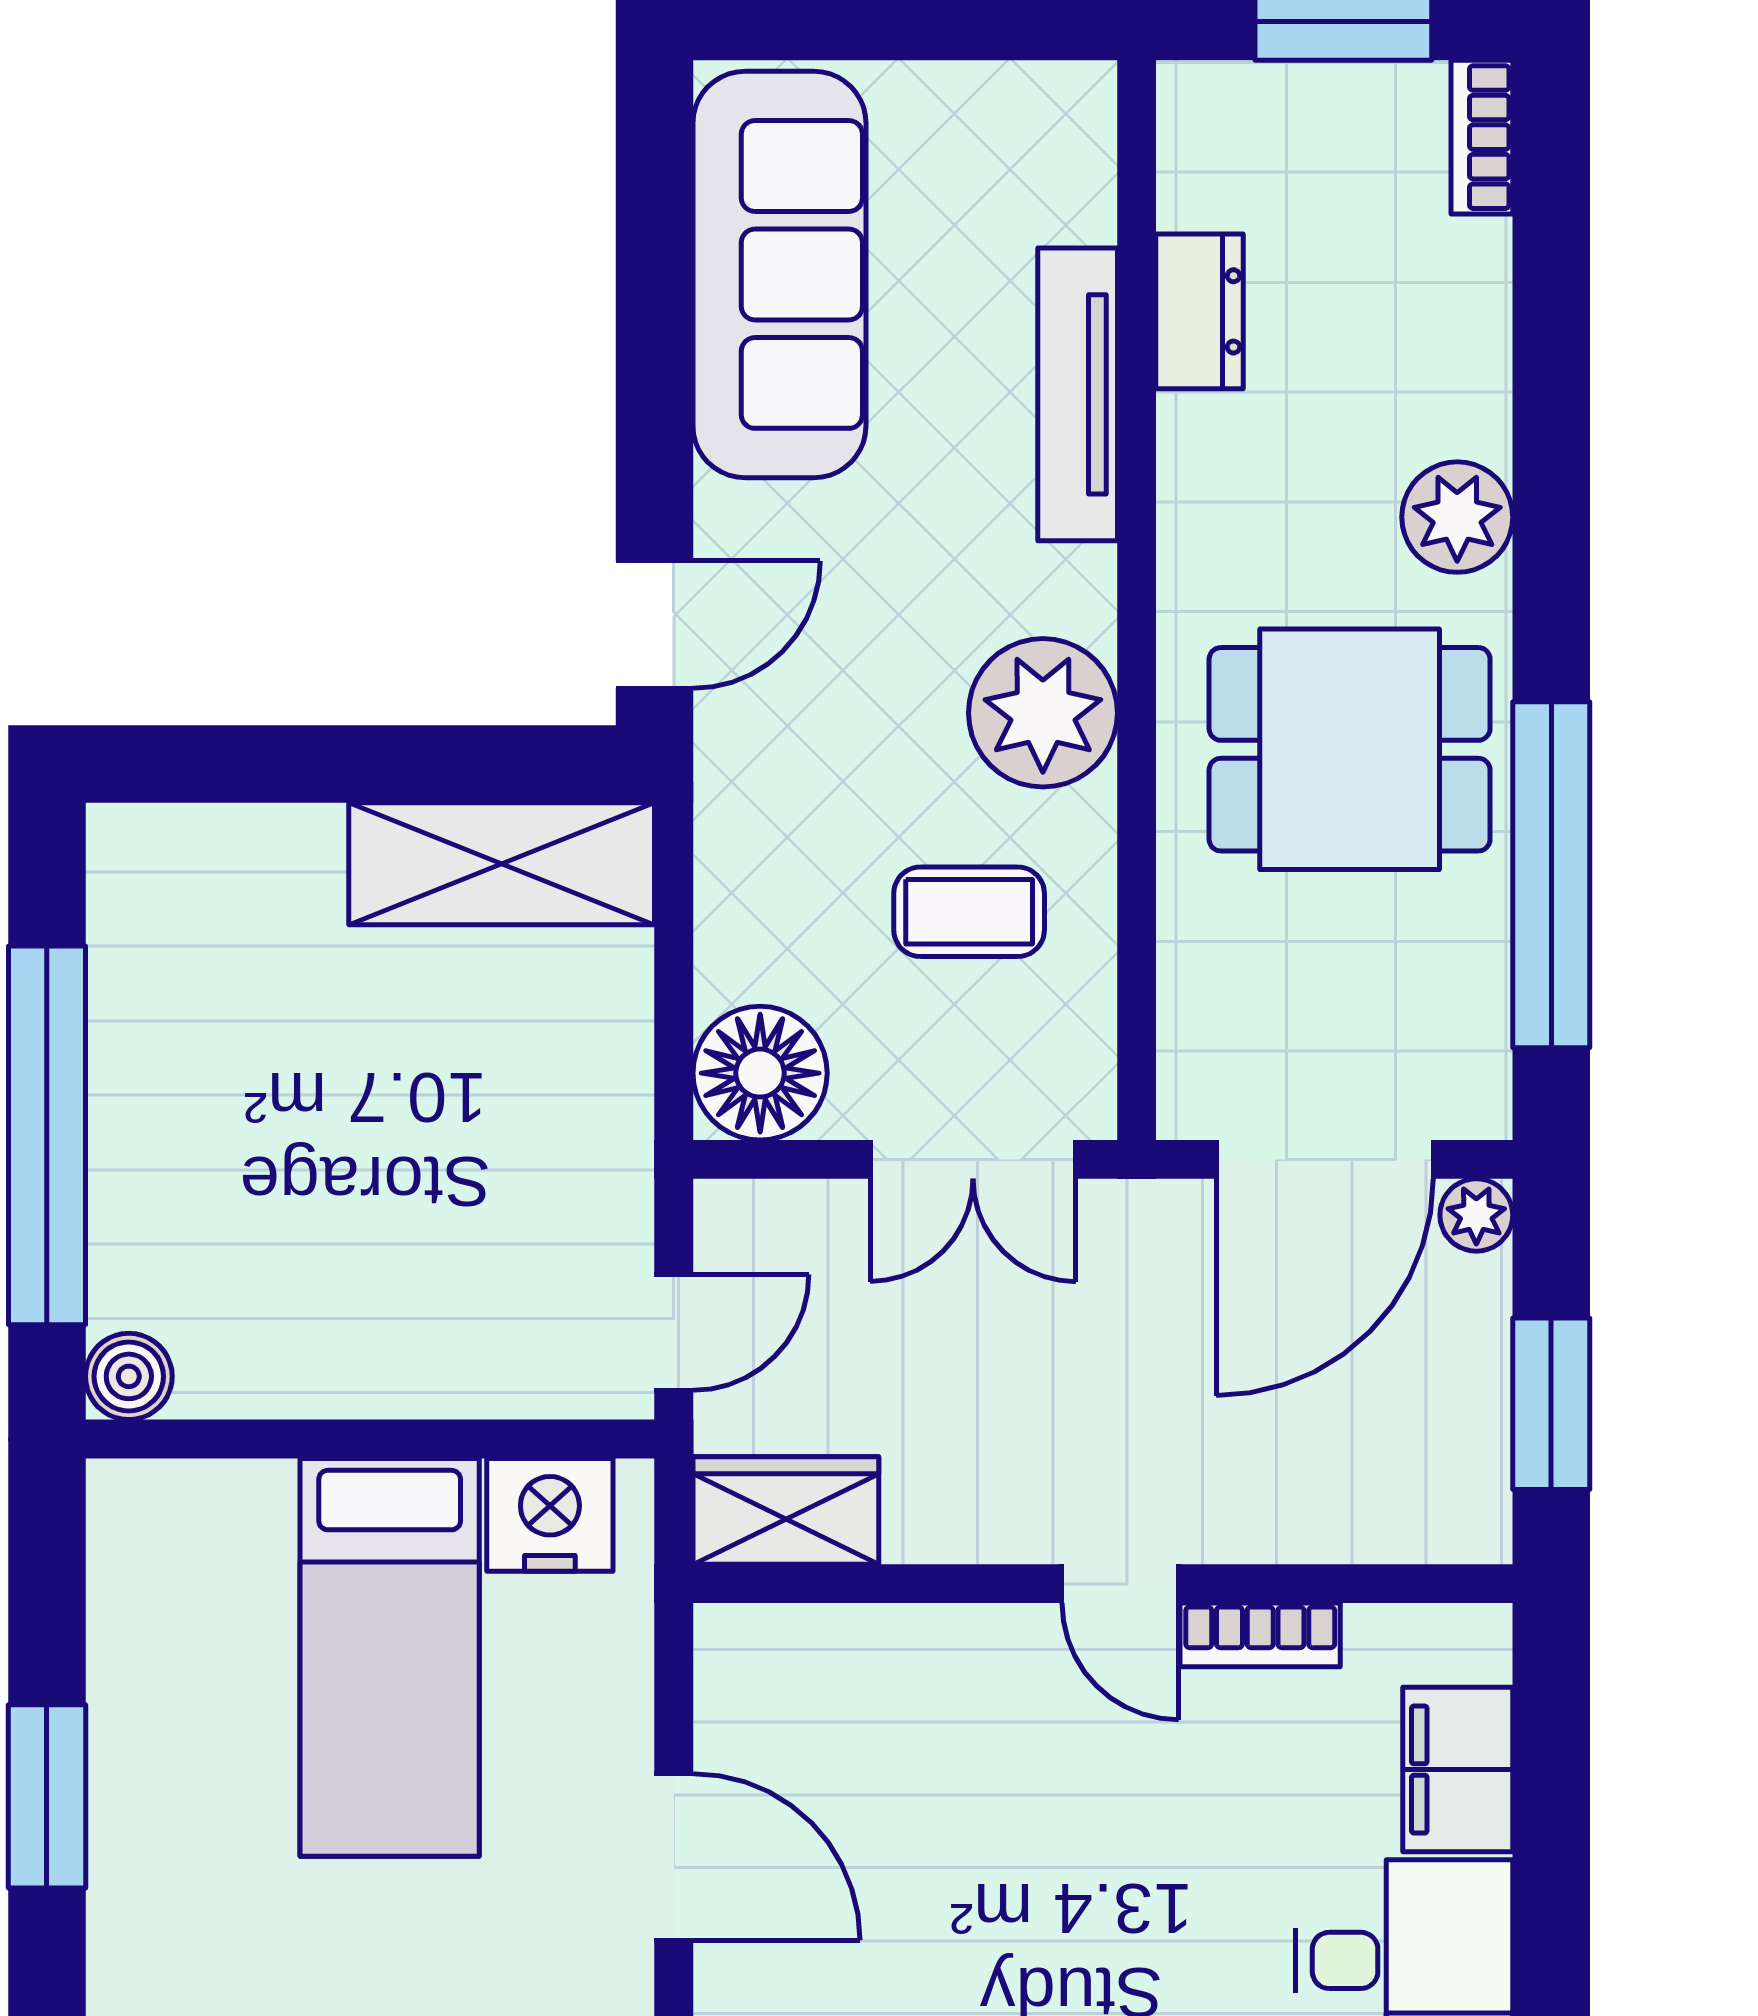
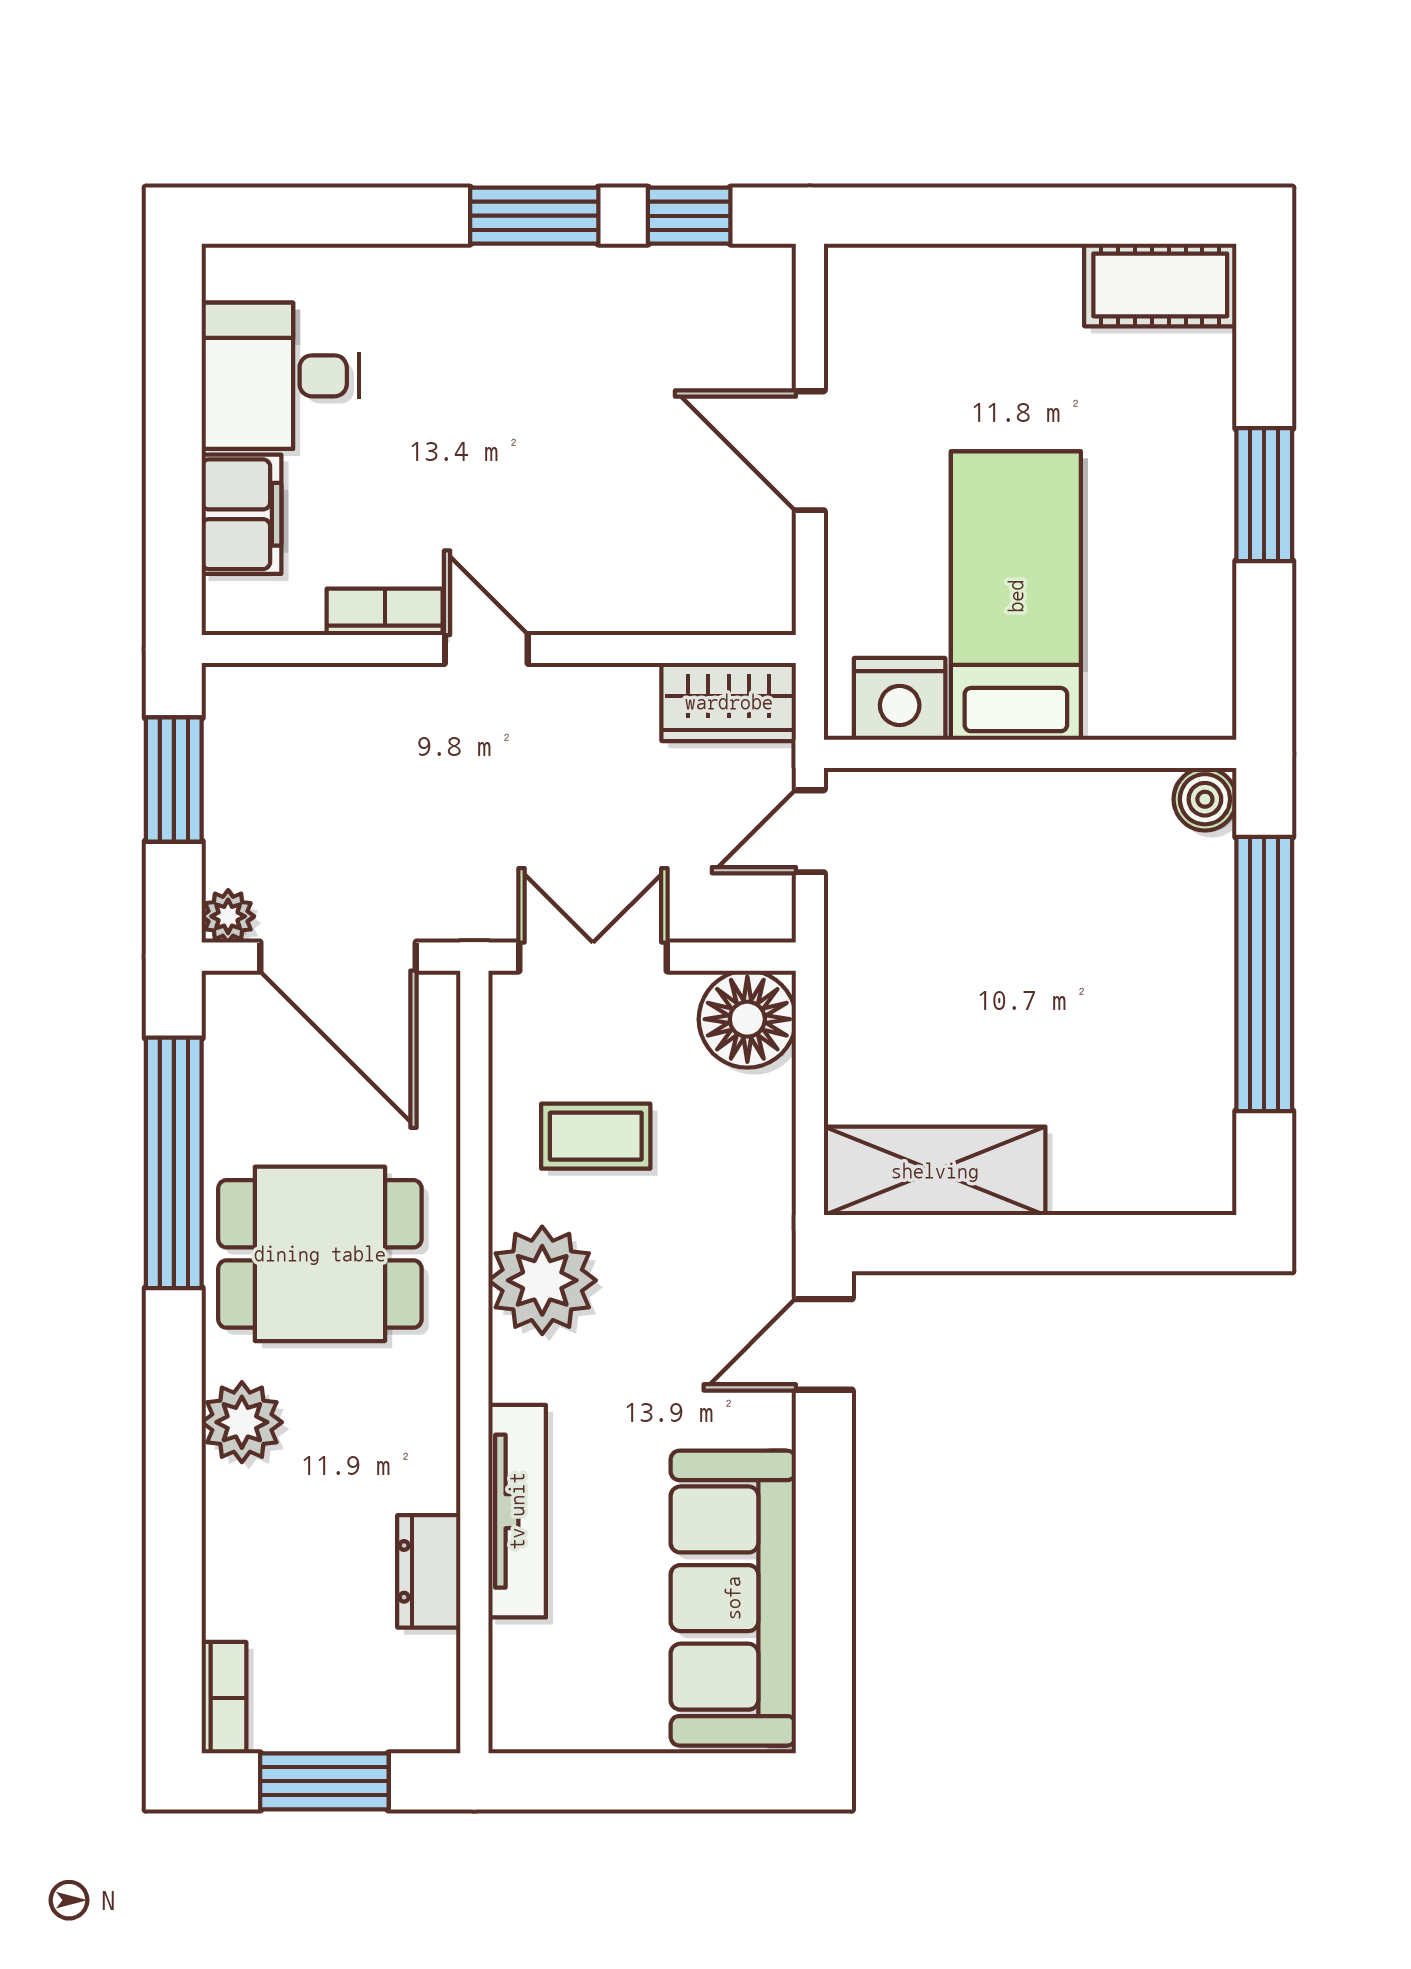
door: (1325, 1159) -> (338, 957), swing flipped

